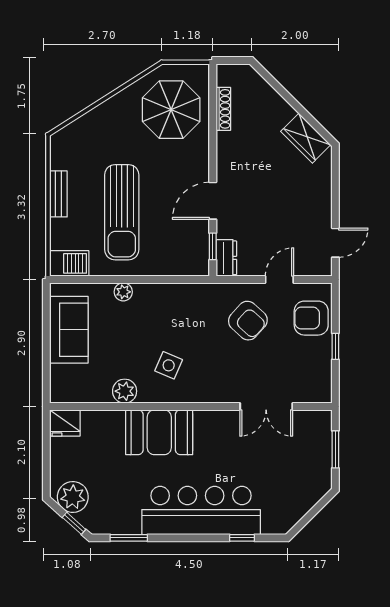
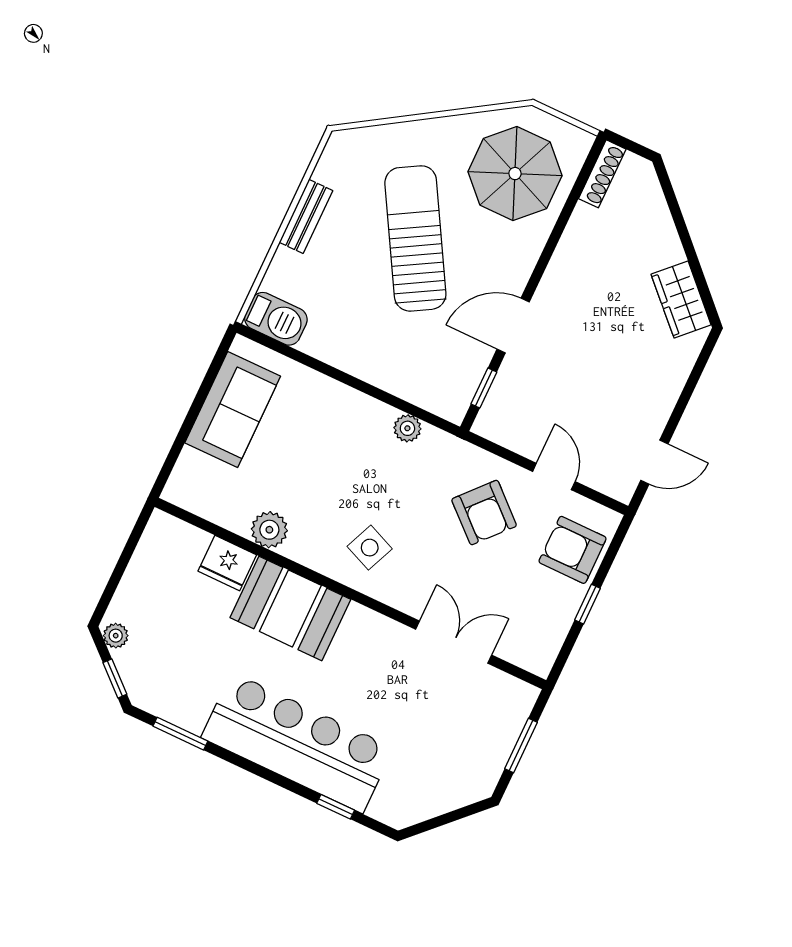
shoe rack: (223, 109) -> (602, 174), moved
sun lounger: (122, 212) -> (415, 238), moved, turned 150
dresser: (226, 258) -> (495, 413), removed
door: (279, 280) -> (554, 476), hinge flipped
plant: (123, 292) -> (407, 428), moved
side table: (169, 365) -> (370, 548), moved
double door: (266, 407) -> (454, 642), swing flipped
fridge: (65, 423) -> (227, 563), moved
plant: (73, 497) -> (116, 636), width x0.53, depth x0.53

